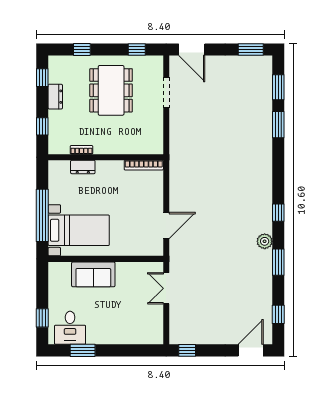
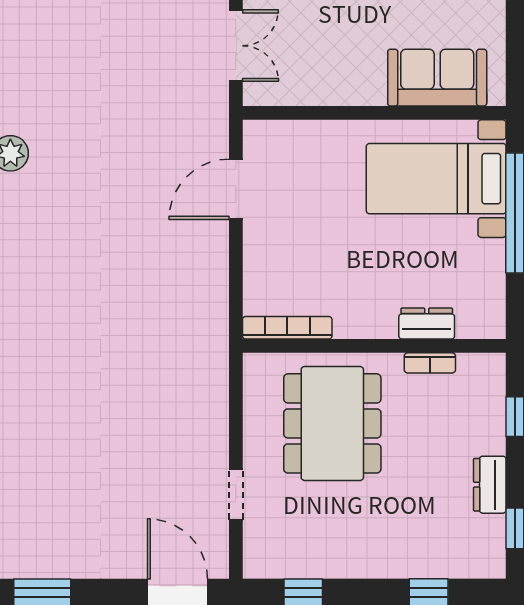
dining table: (111, 90) -> (332, 423), moved
doorway: (166, 93) -> (236, 494), width x0.73
sofa: (93, 274) -> (437, 78), moved

